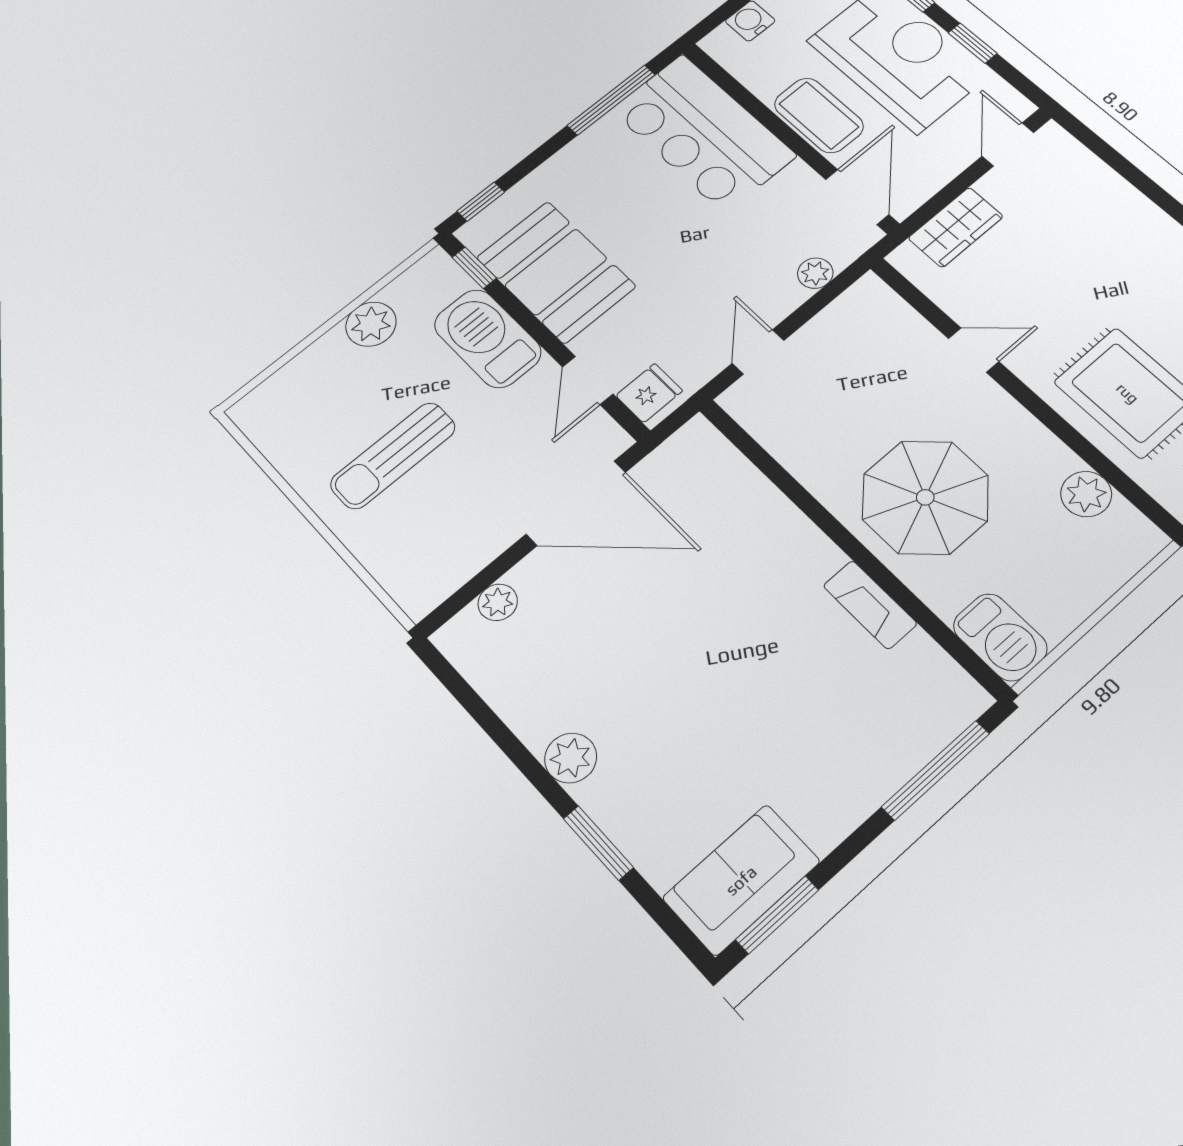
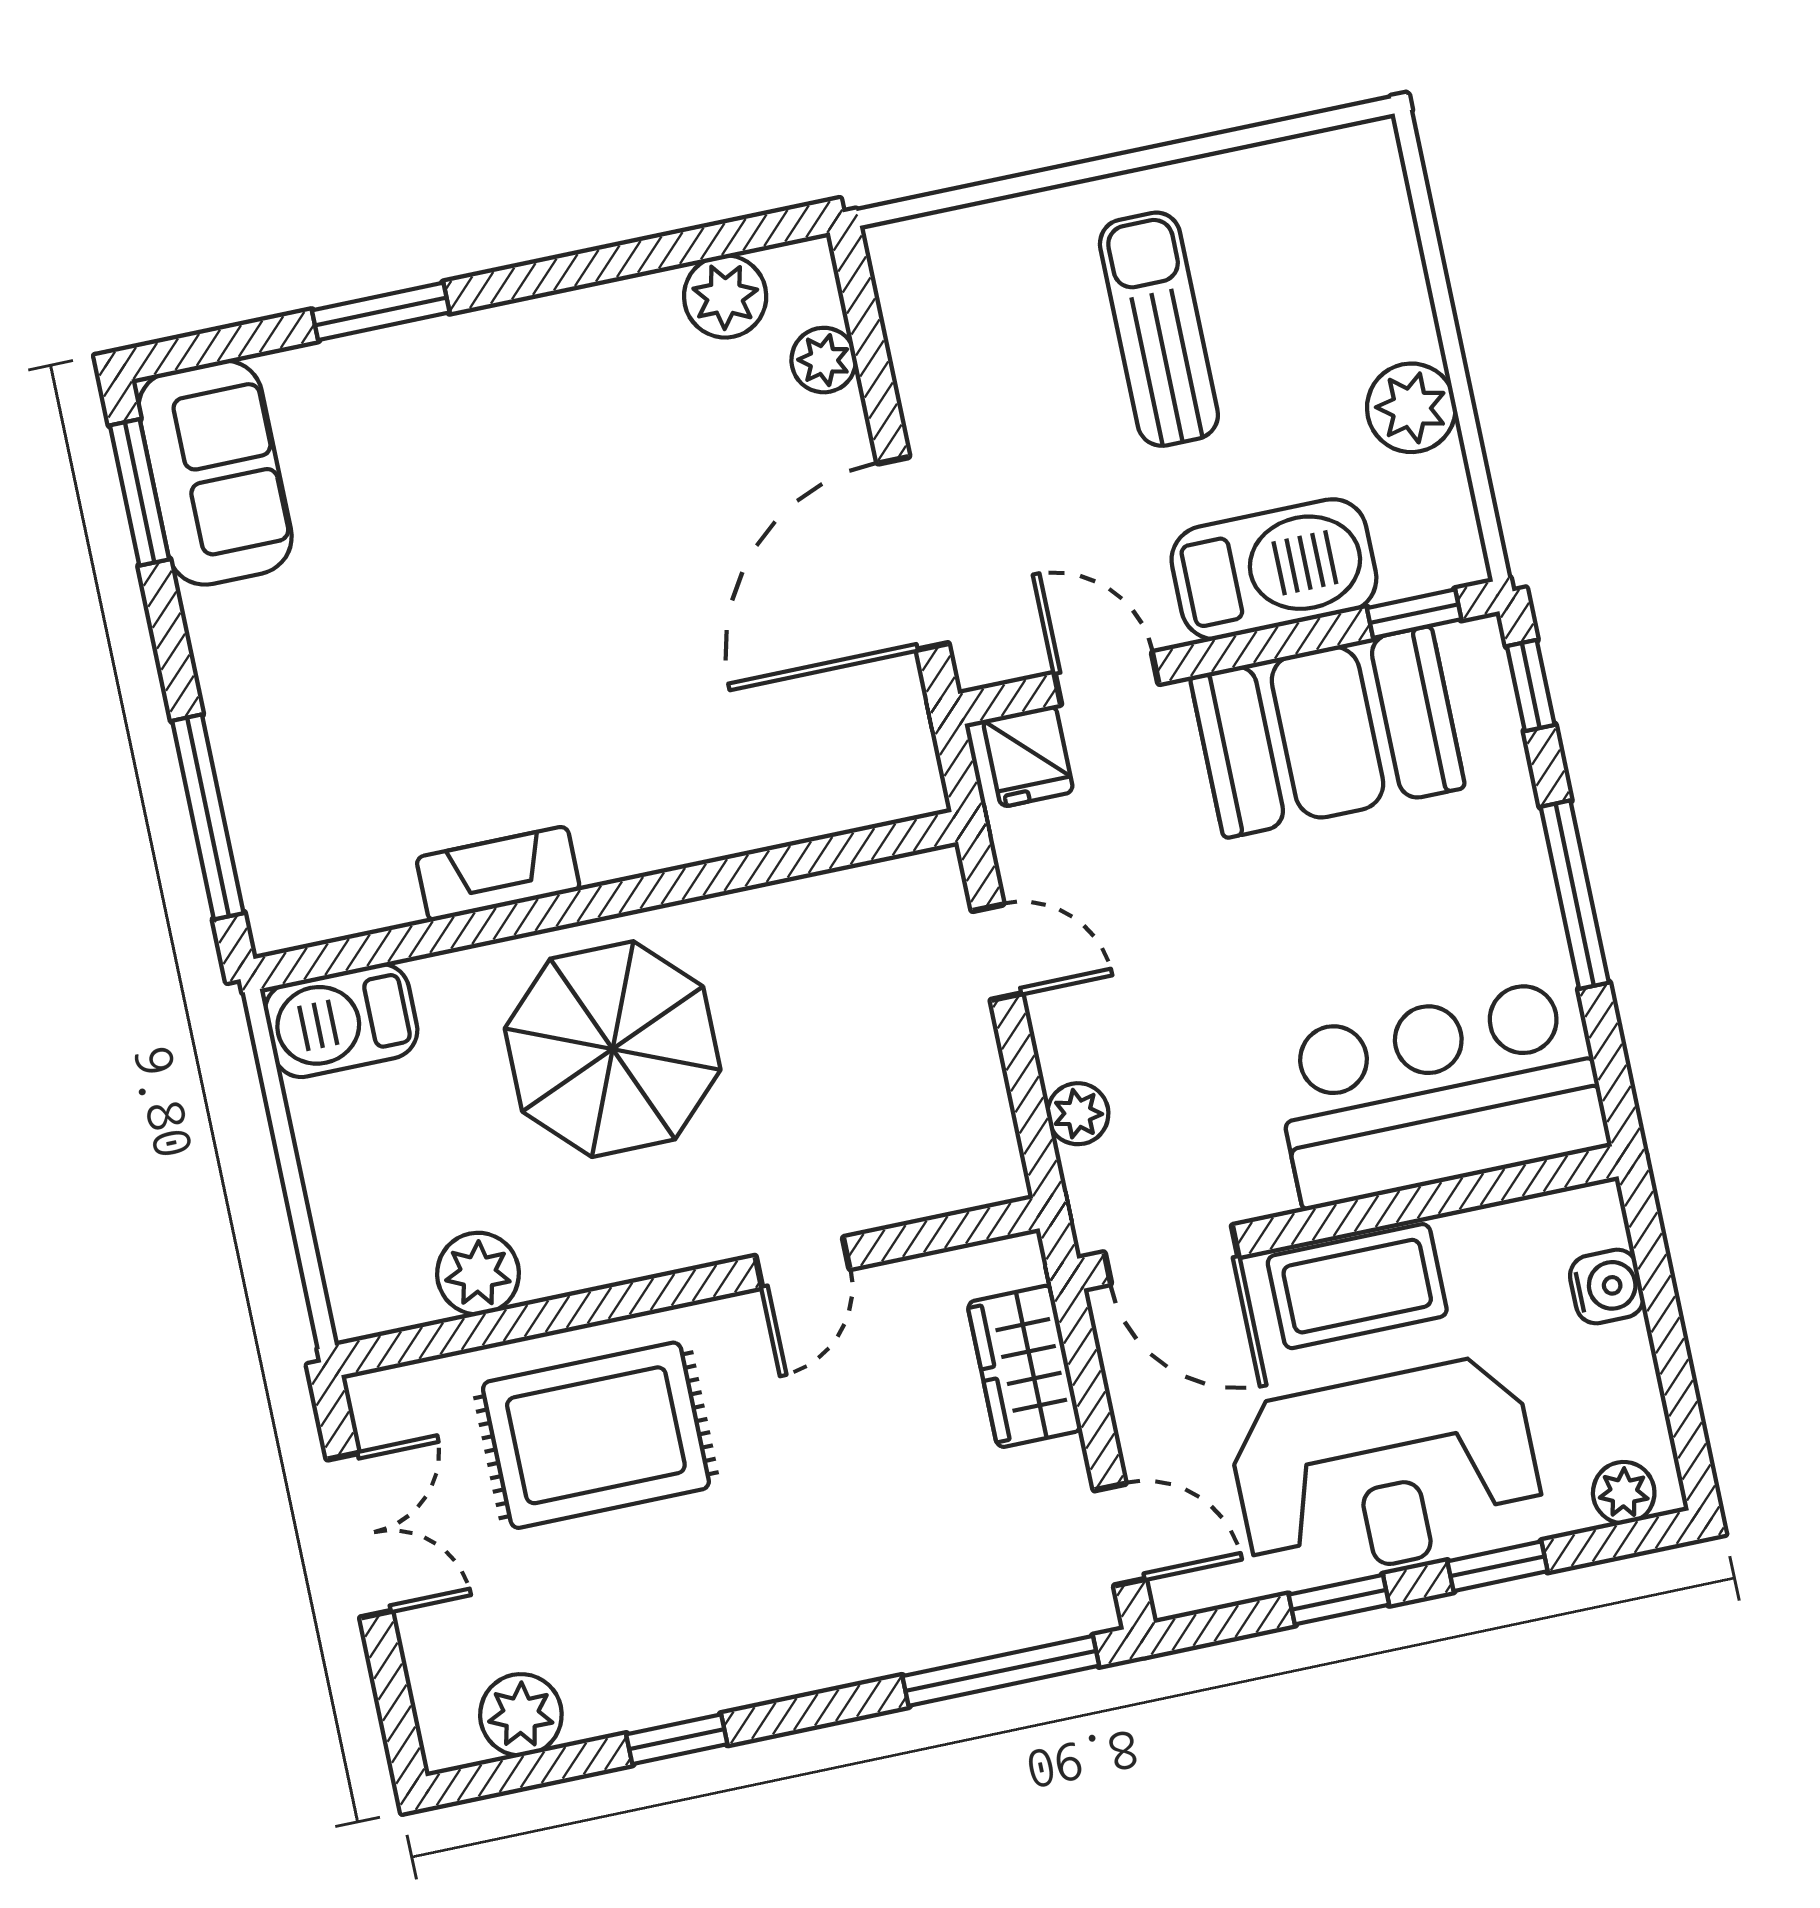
window: (611, 100) -> (1575, 895), moved
window: (1110, 156) -> (1001, 1671), added
plant: (571, 758) -> (725, 296), moved

